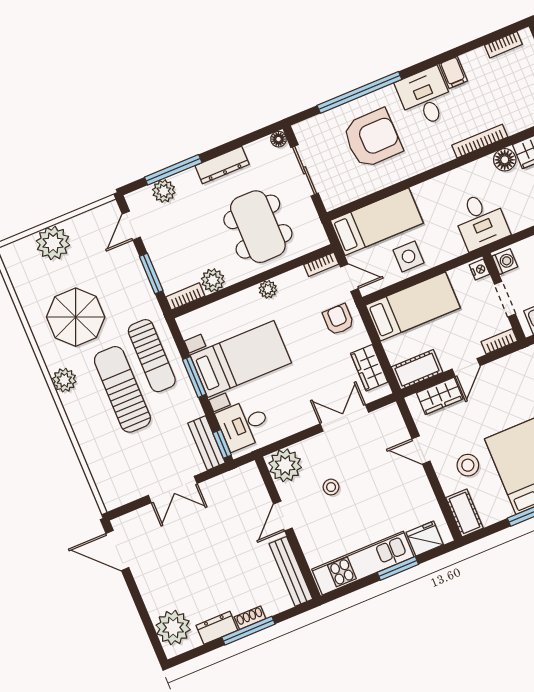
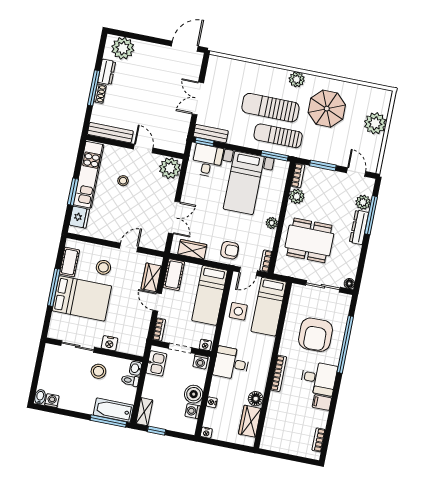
bookcase: (480, 141) -> (279, 373), moved
dresser: (222, 165) -> (359, 227), moved
window: (194, 377) -> (275, 156), moved
sun lounger: (122, 389) -> (270, 108), turned 180
stool: (331, 487) -> (123, 181), moved
cot: (464, 513) -> (69, 262), moved, turned 90

